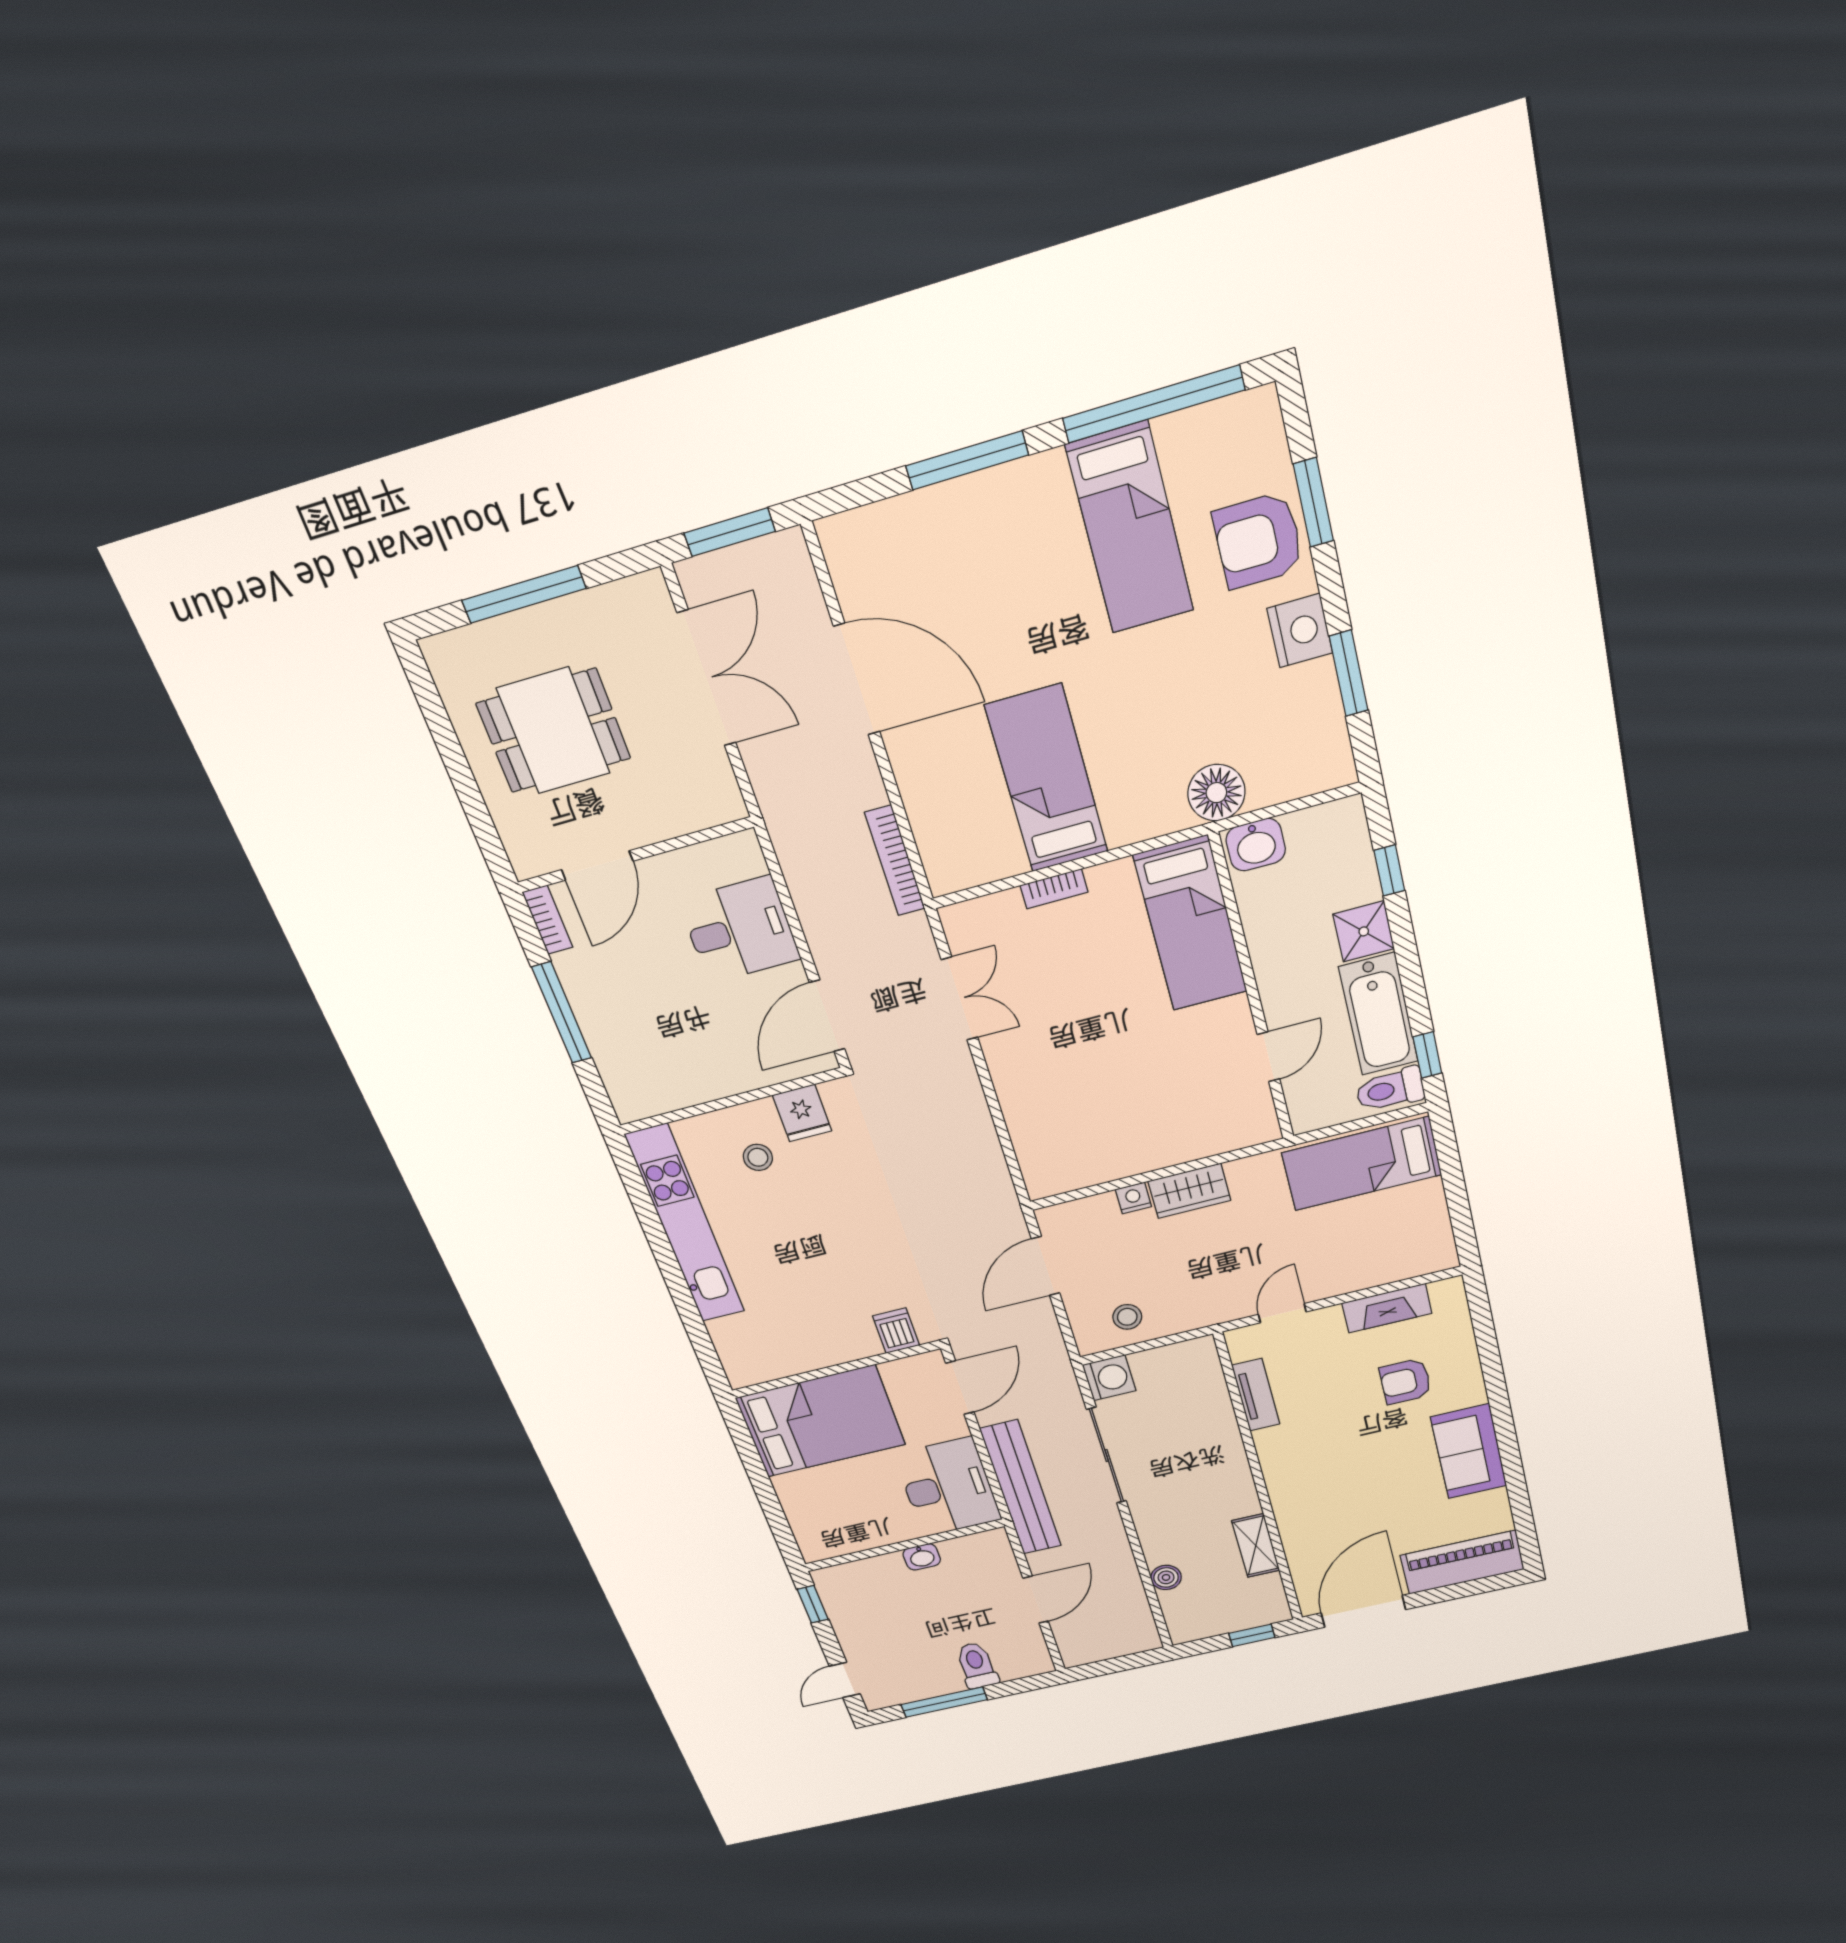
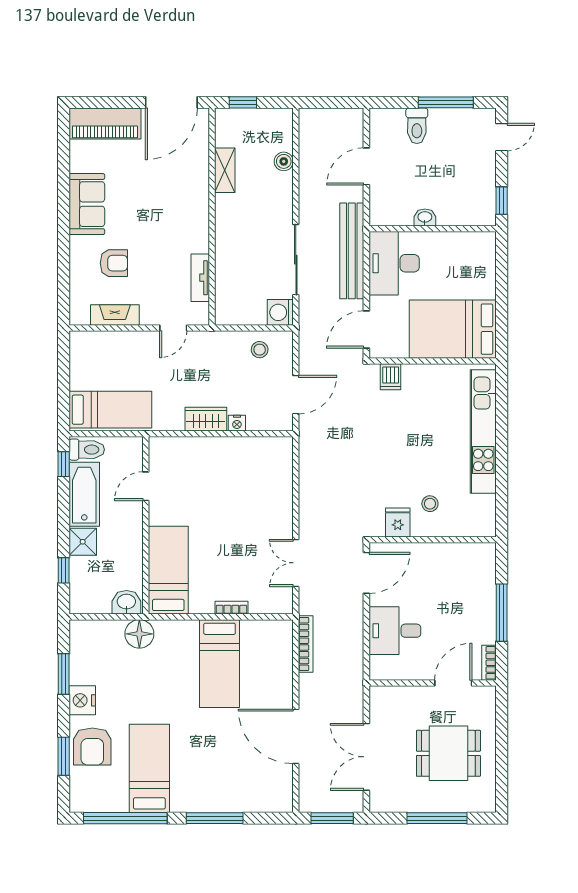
armchair: (1258, 541) -> (92, 747), turned 90
kitchen unit: (685, 1224) -> (483, 431), moved

